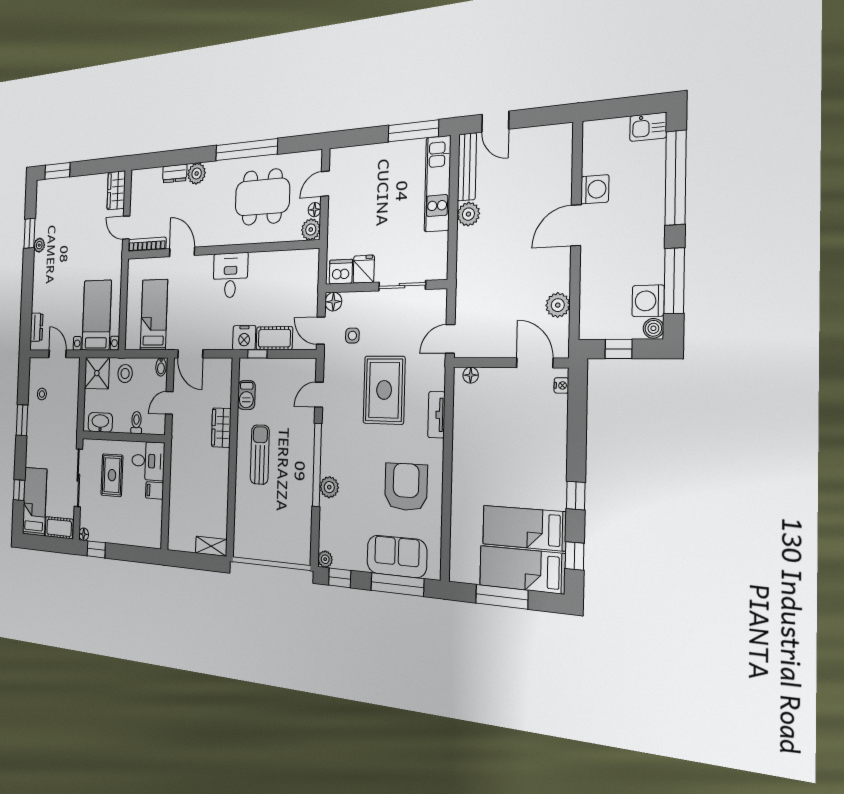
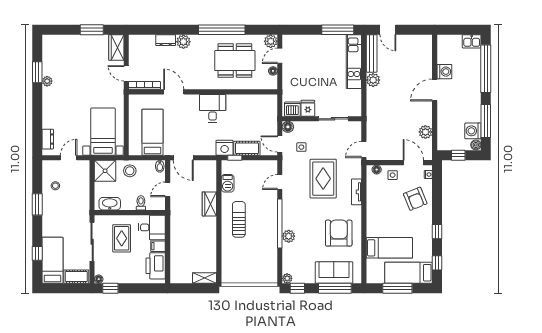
window: (57, 171) -> (92, 30), moved
plant: (311, 230) -> (271, 41), moved
door: (58, 354) -> (69, 158), hinge flipped
side table: (498, 386) -> (393, 175), added
armchair: (537, 431) -> (415, 199), added
printer: (151, 521) -> (156, 266), added
bed: (524, 528) -> (389, 248), moved, turned 180

